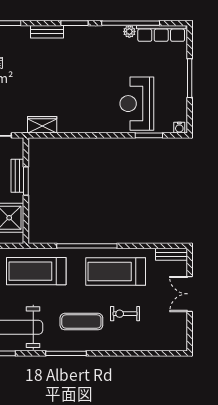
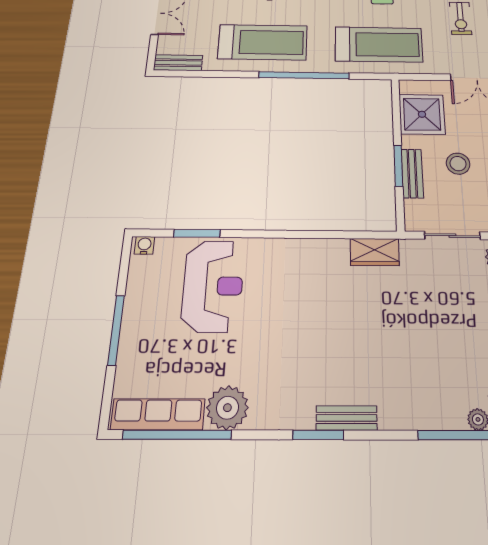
window: (131, 23) -> (177, 435), moved
bench: (47, 32) -> (347, 418), moved
plant: (129, 32) -> (227, 408), width x1.88, depth x1.88

